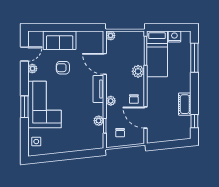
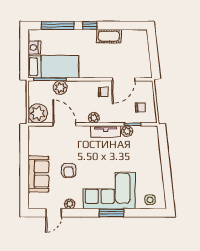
plant: (111, 36) -> (38, 113), width x1.87, depth x1.87
door: (24, 54) -> (54, 213), swing flipped
door: (105, 64) -> (64, 124), swing flipped
plant: (138, 71) -> (60, 88), moved
tv unit: (98, 89) -> (106, 131), moved
plant: (111, 101) -> (94, 118), moved
window: (194, 121) -> (90, 26), moved

